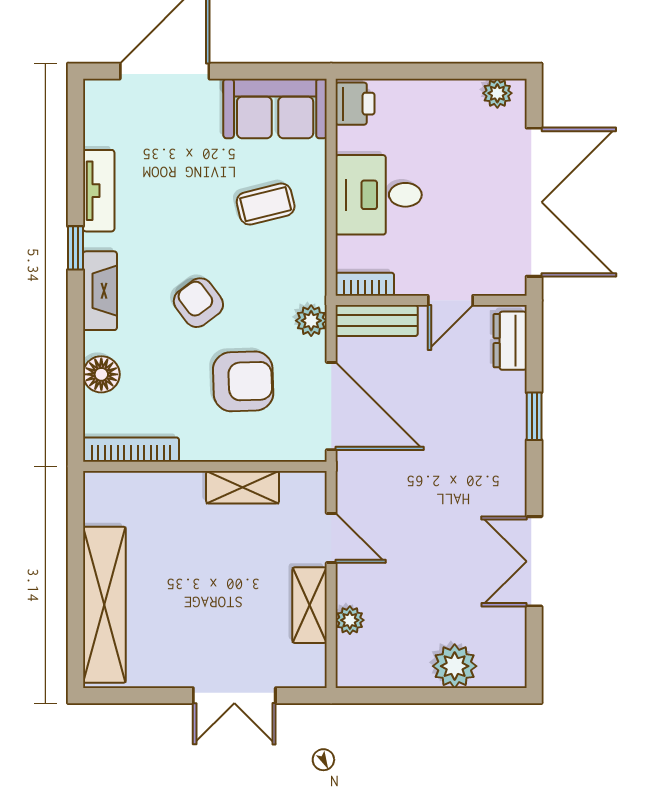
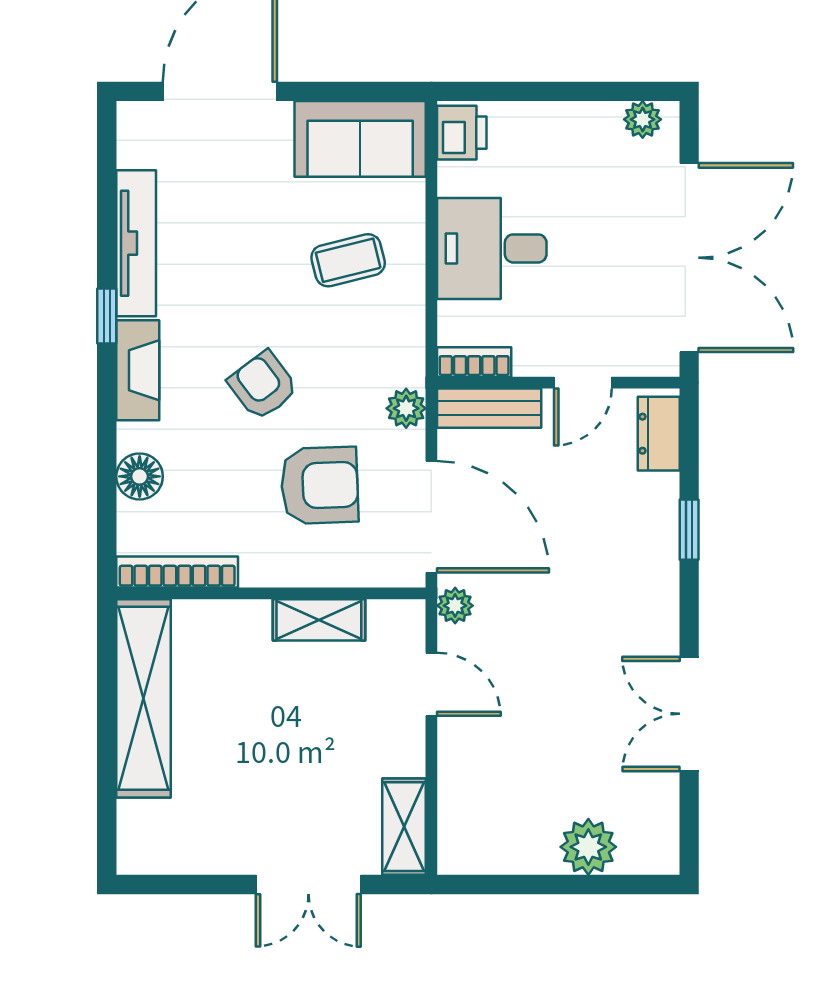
tv unit: (99, 191) -> (136, 243), width x1.41
shelving: (104, 605) -> (143, 698), moved
shelving: (310, 605) -> (404, 827), moved
plant: (350, 620) -> (455, 606), moved

